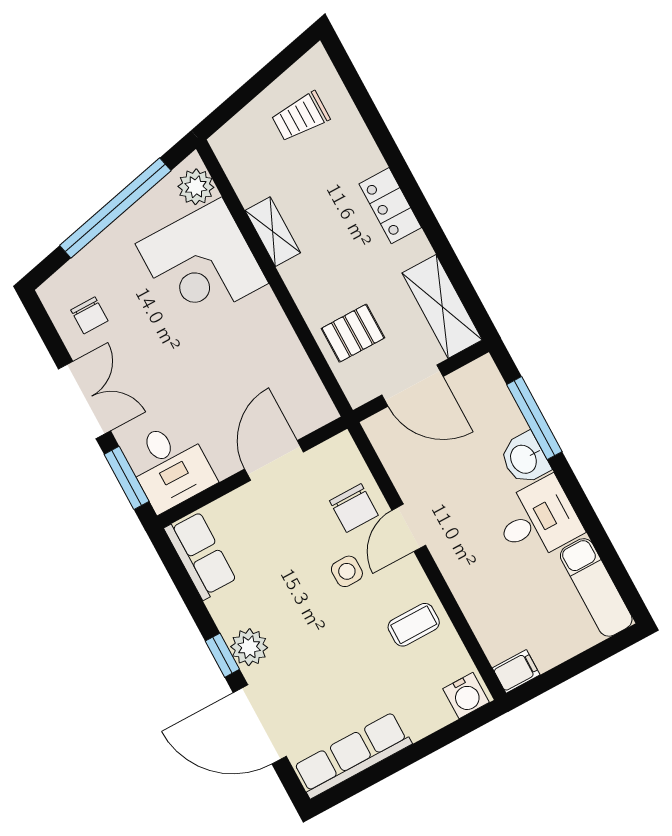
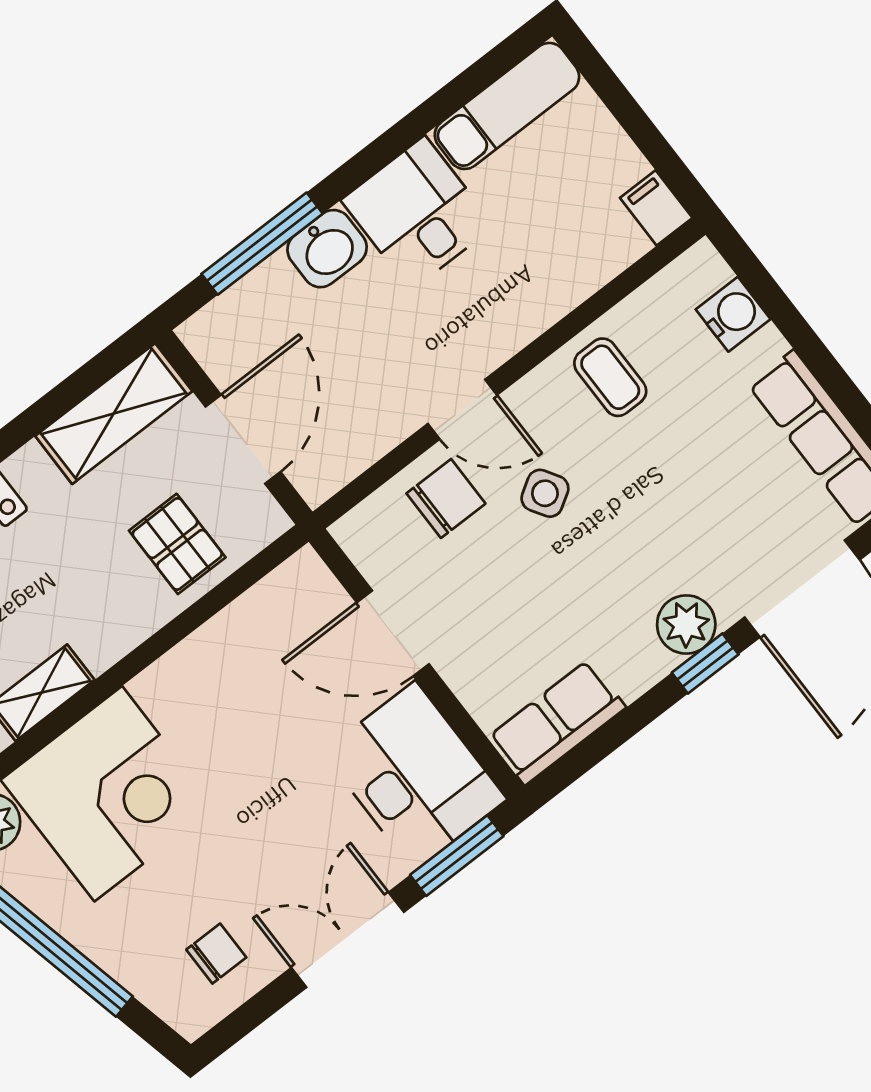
desk: (170, 466) -> (415, 776), width x1.37
side table: (347, 571) -> (545, 493), turned -32
water cooler: (466, 696) -> (733, 314), moved

